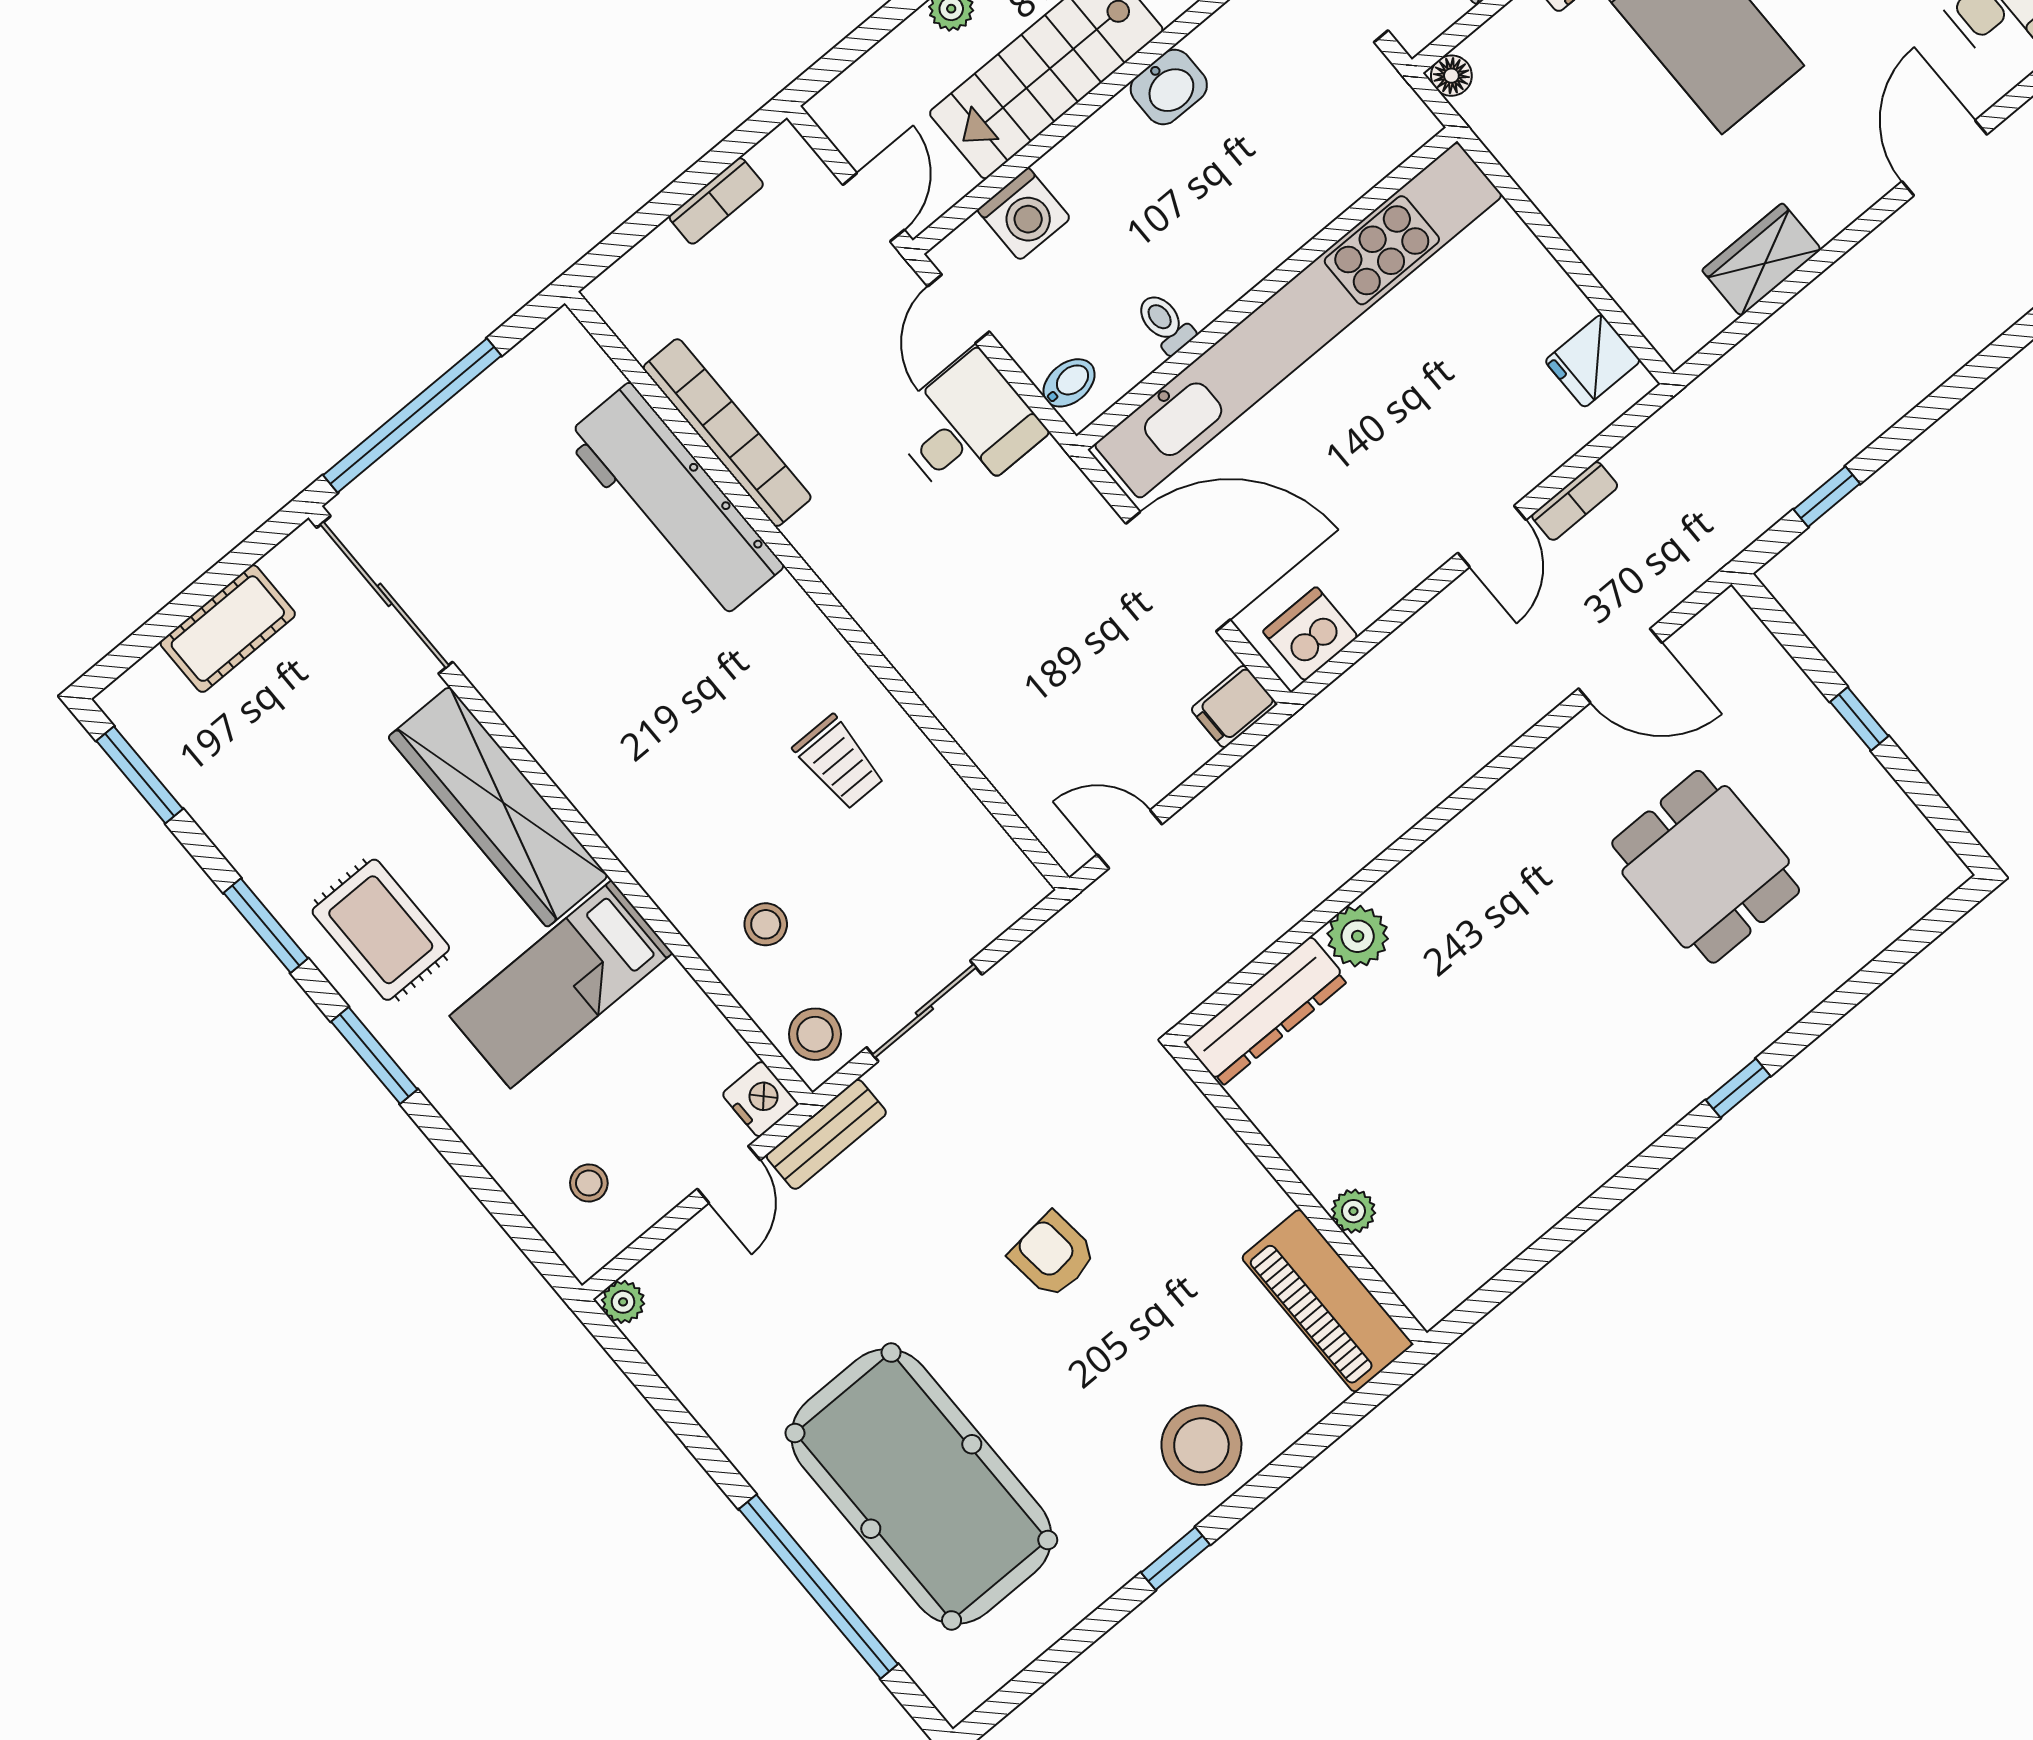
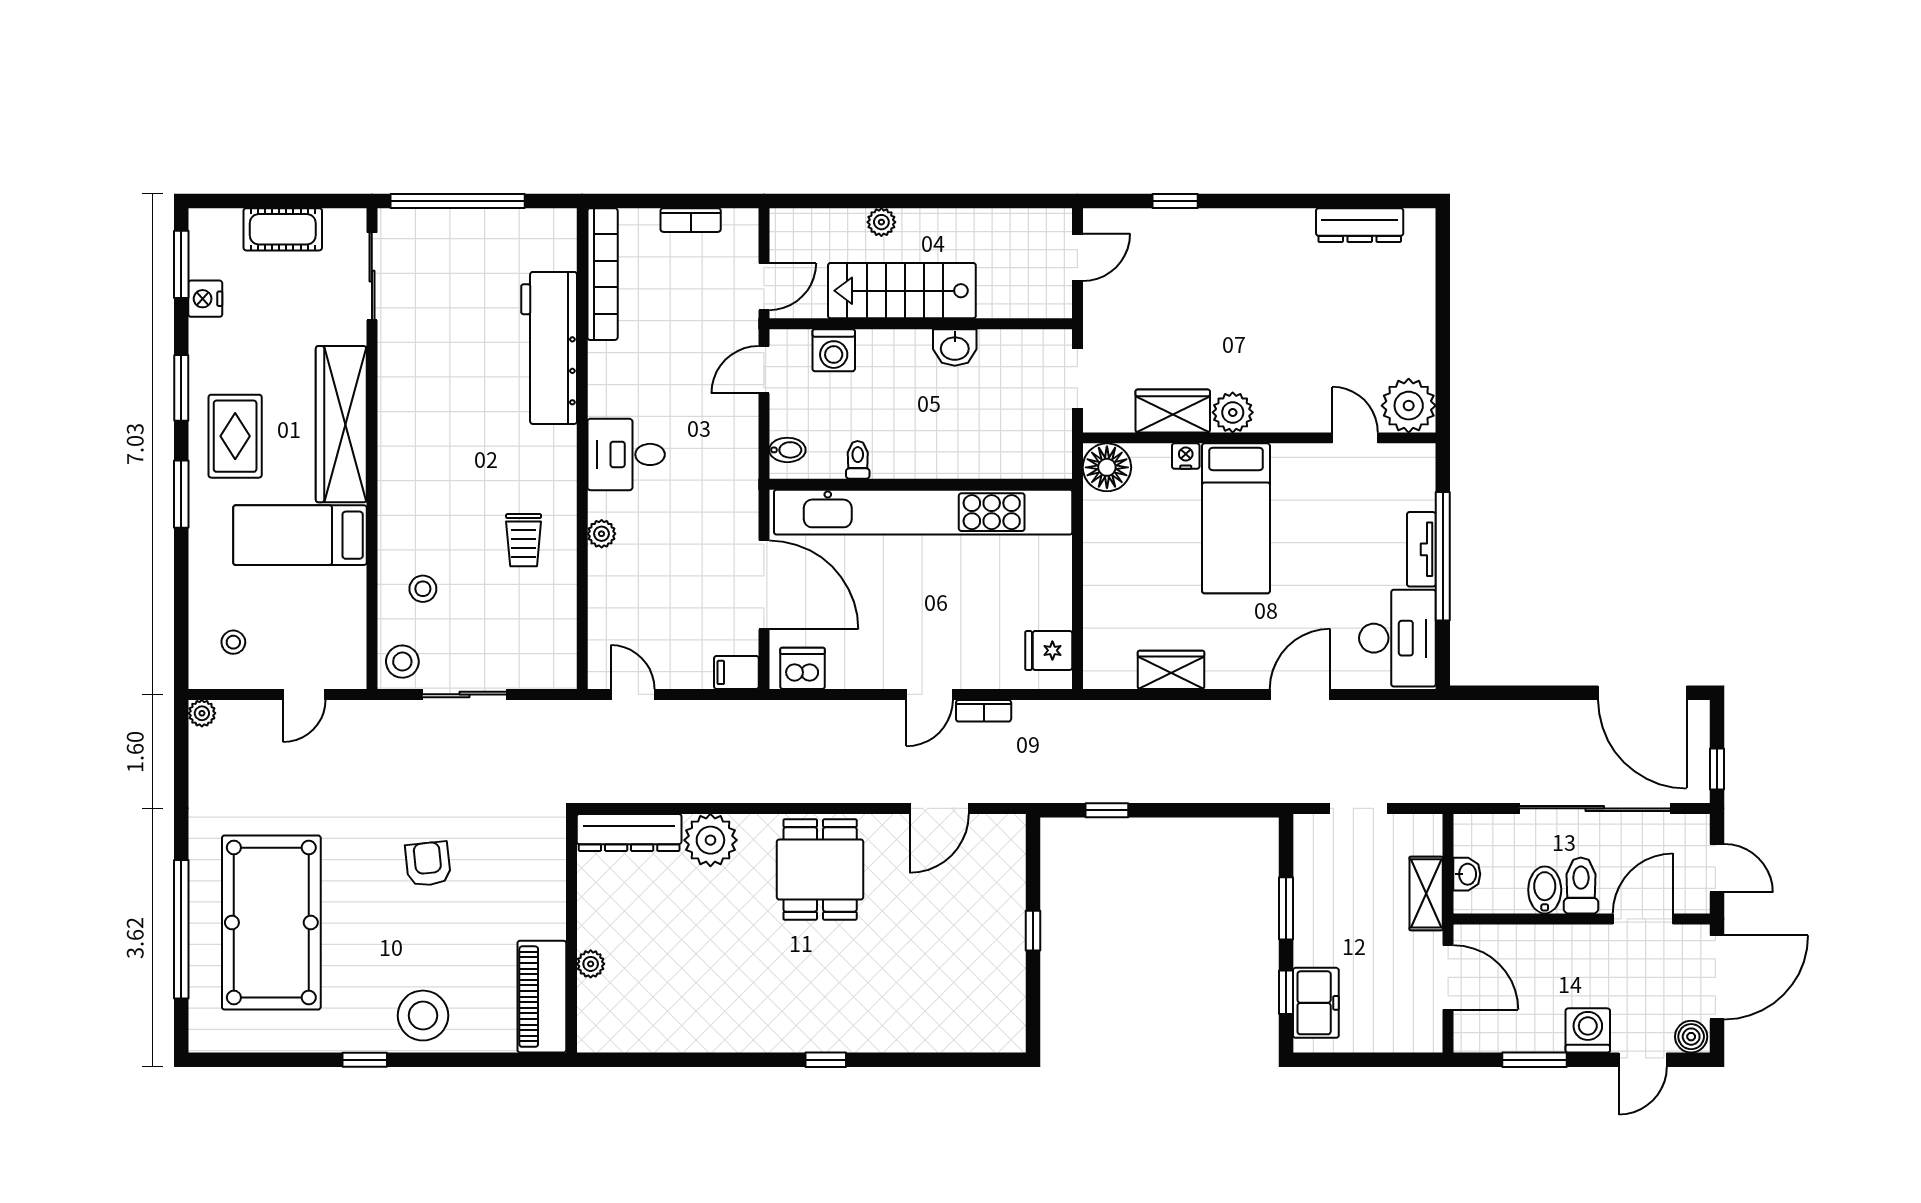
floor lamp: (1451, 76) -> (1107, 467), width x1.89, depth x1.89
desk: (967, 428) -> (626, 454), moved, turned 180
bookcase: (727, 433) -> (603, 274), moved
sliding door: (385, 595) -> (372, 276), width x0.73
door: (1620, 666) -> (939, 808), hinge flipped
plant: (928, 675) -> (602, 534), added
dining table: (1706, 867) -> (820, 869), moved
plant: (1358, 936) -> (710, 840), width x1.36, depth x1.36
nightstand: (760, 1099) -> (205, 299), moved, turned 180
bench: (826, 1134) -> (367, 714), removed

